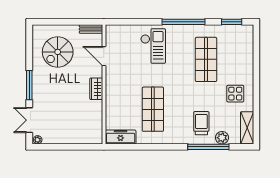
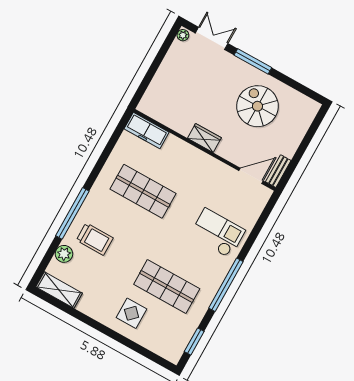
checkout: (153, 46) -> (217, 233), turned 180
spiral stairs: (58, 52) -> (257, 106), moved
door: (104, 56) -> (251, 176), moved
display table: (235, 94) -> (132, 313), moved
freezer: (121, 137) -> (147, 131), moved, turned 90
window: (208, 147) -> (72, 213), moved

